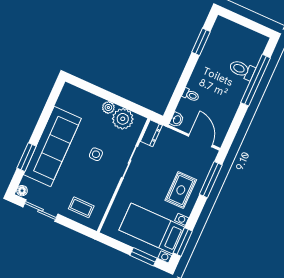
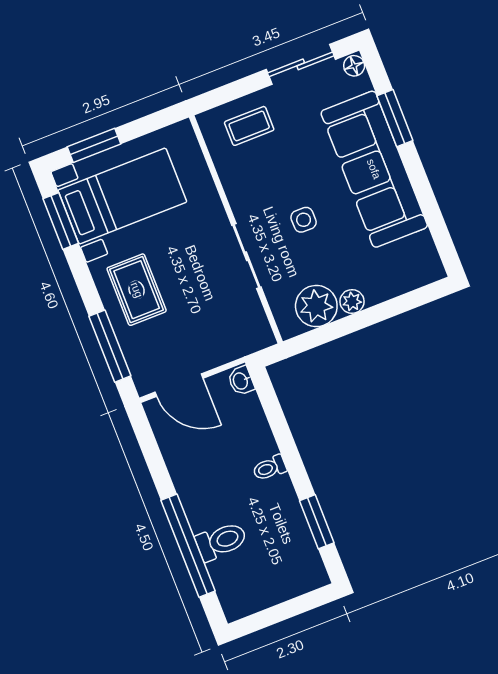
toilet: (191, 95) -> (270, 468), moved
dresser: (151, 133) -> (257, 326), removed

